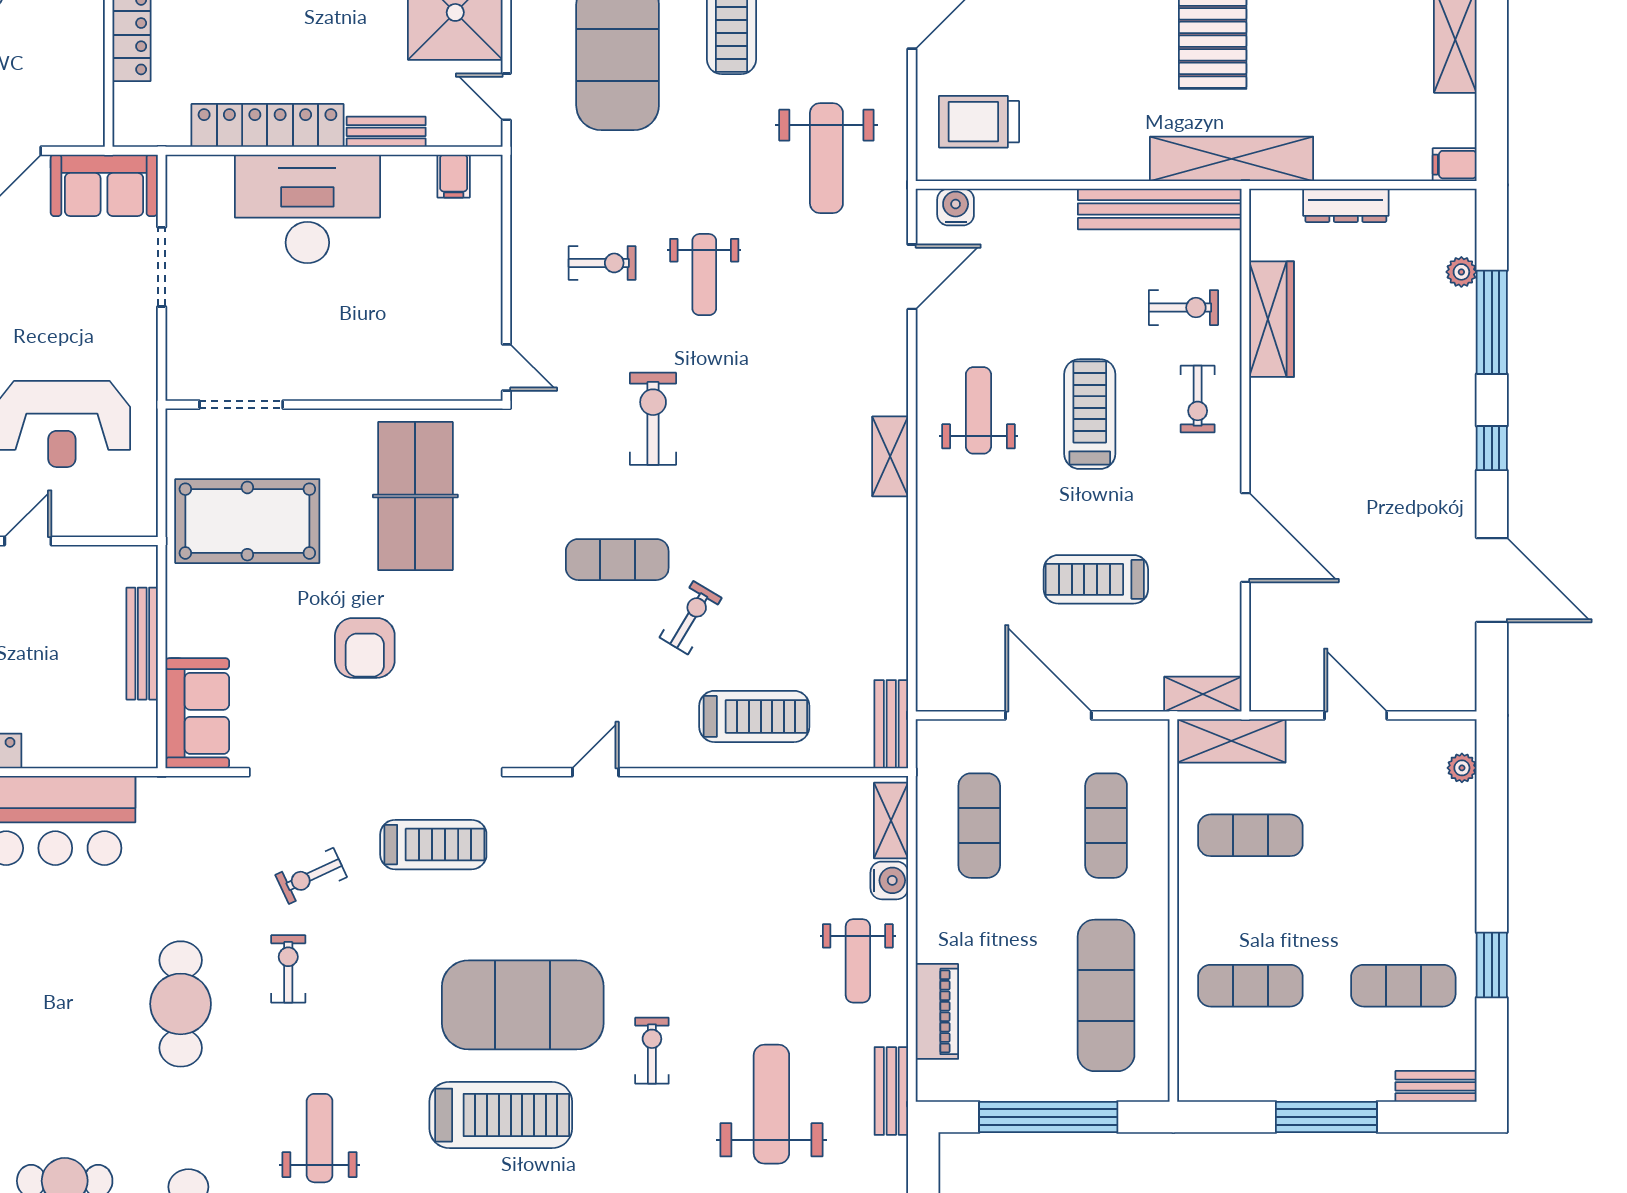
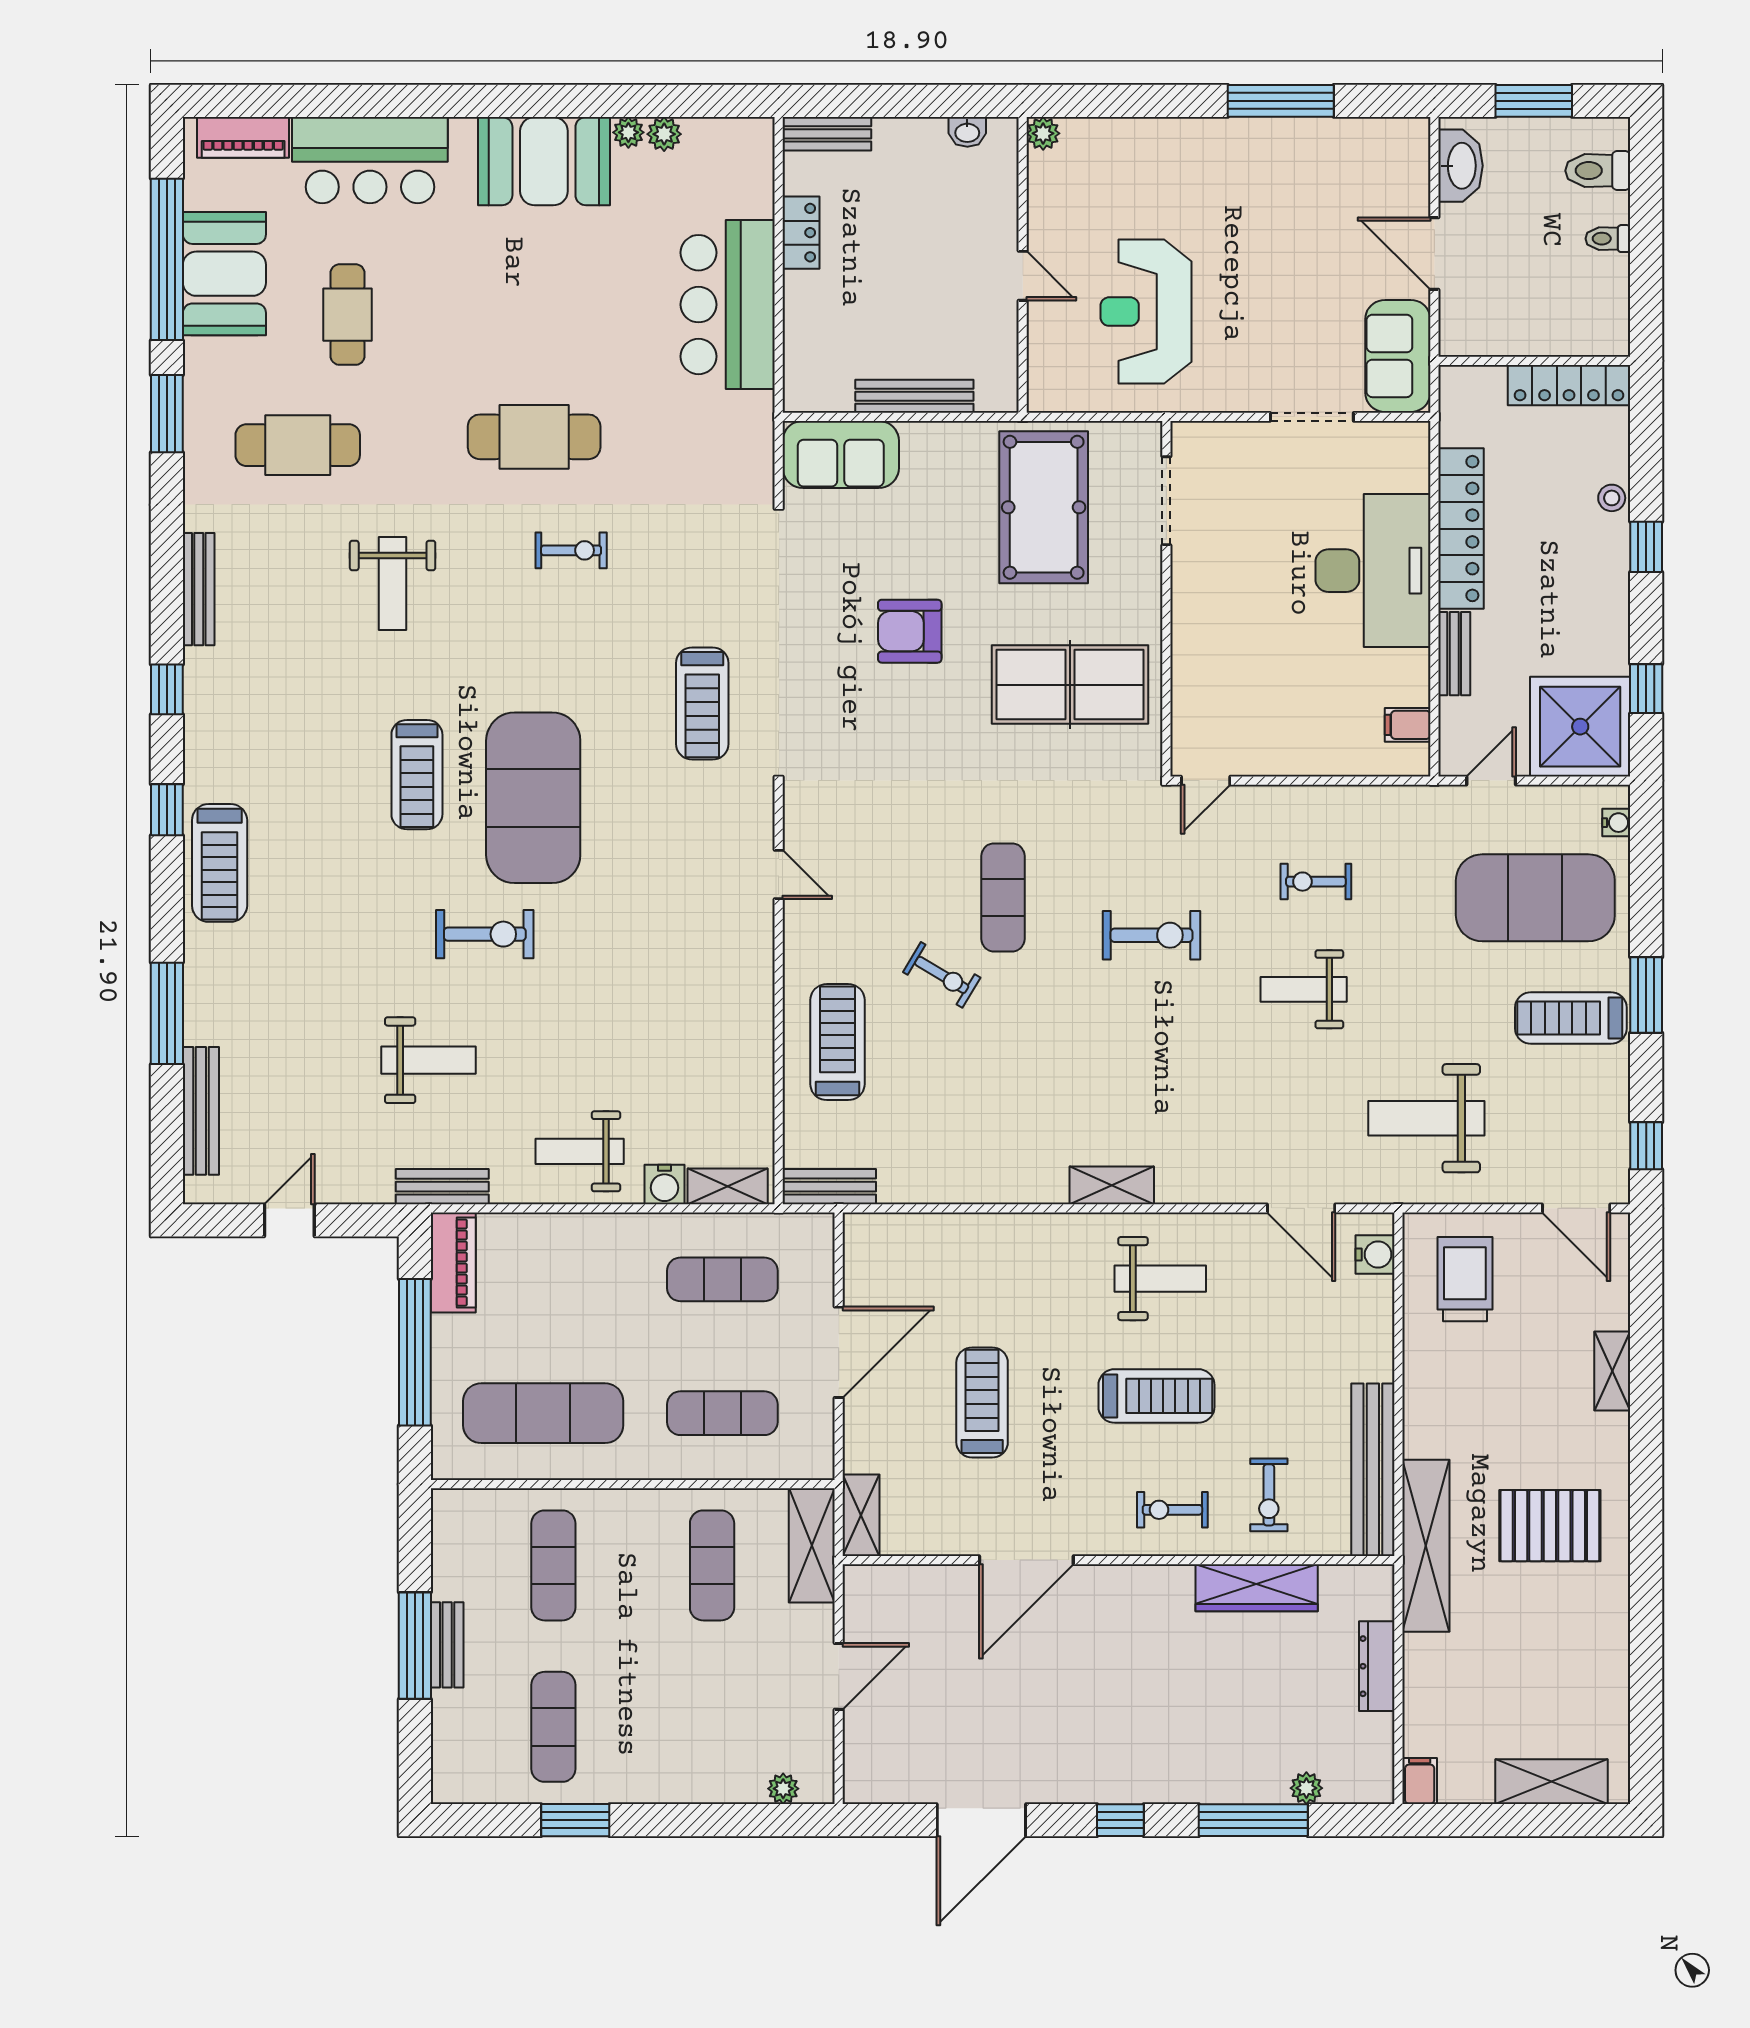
exercise bike: (602, 263) -> (1316, 882), turned 90
treadmill: (754, 716) -> (837, 1042), turned 180
exercise bike: (311, 876) -> (669, 575), removed
piano: (937, 1011) -> (453, 1263), moved, turned -90
exercise bike: (652, 1051) -> (485, 934), width x1.38, depth x1.39
bench: (1436, 1086) -> (447, 1645), moved
weight bench: (771, 1104) -> (428, 1060), width x0.73, depth x0.75
treadmill: (501, 1115) -> (417, 775), width x0.73, depth x0.73
weight bench: (320, 1138) -> (393, 583), turned 90

